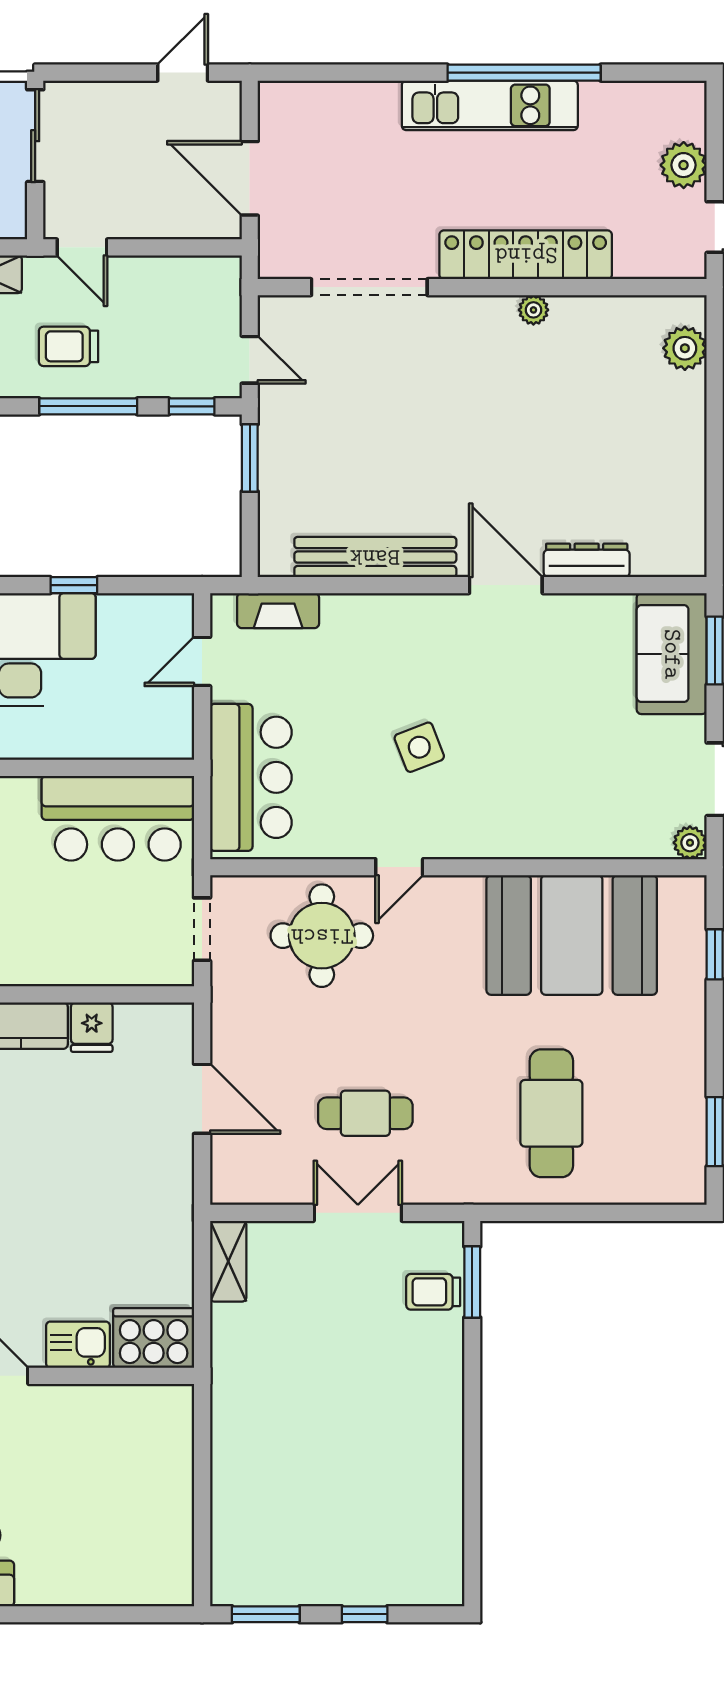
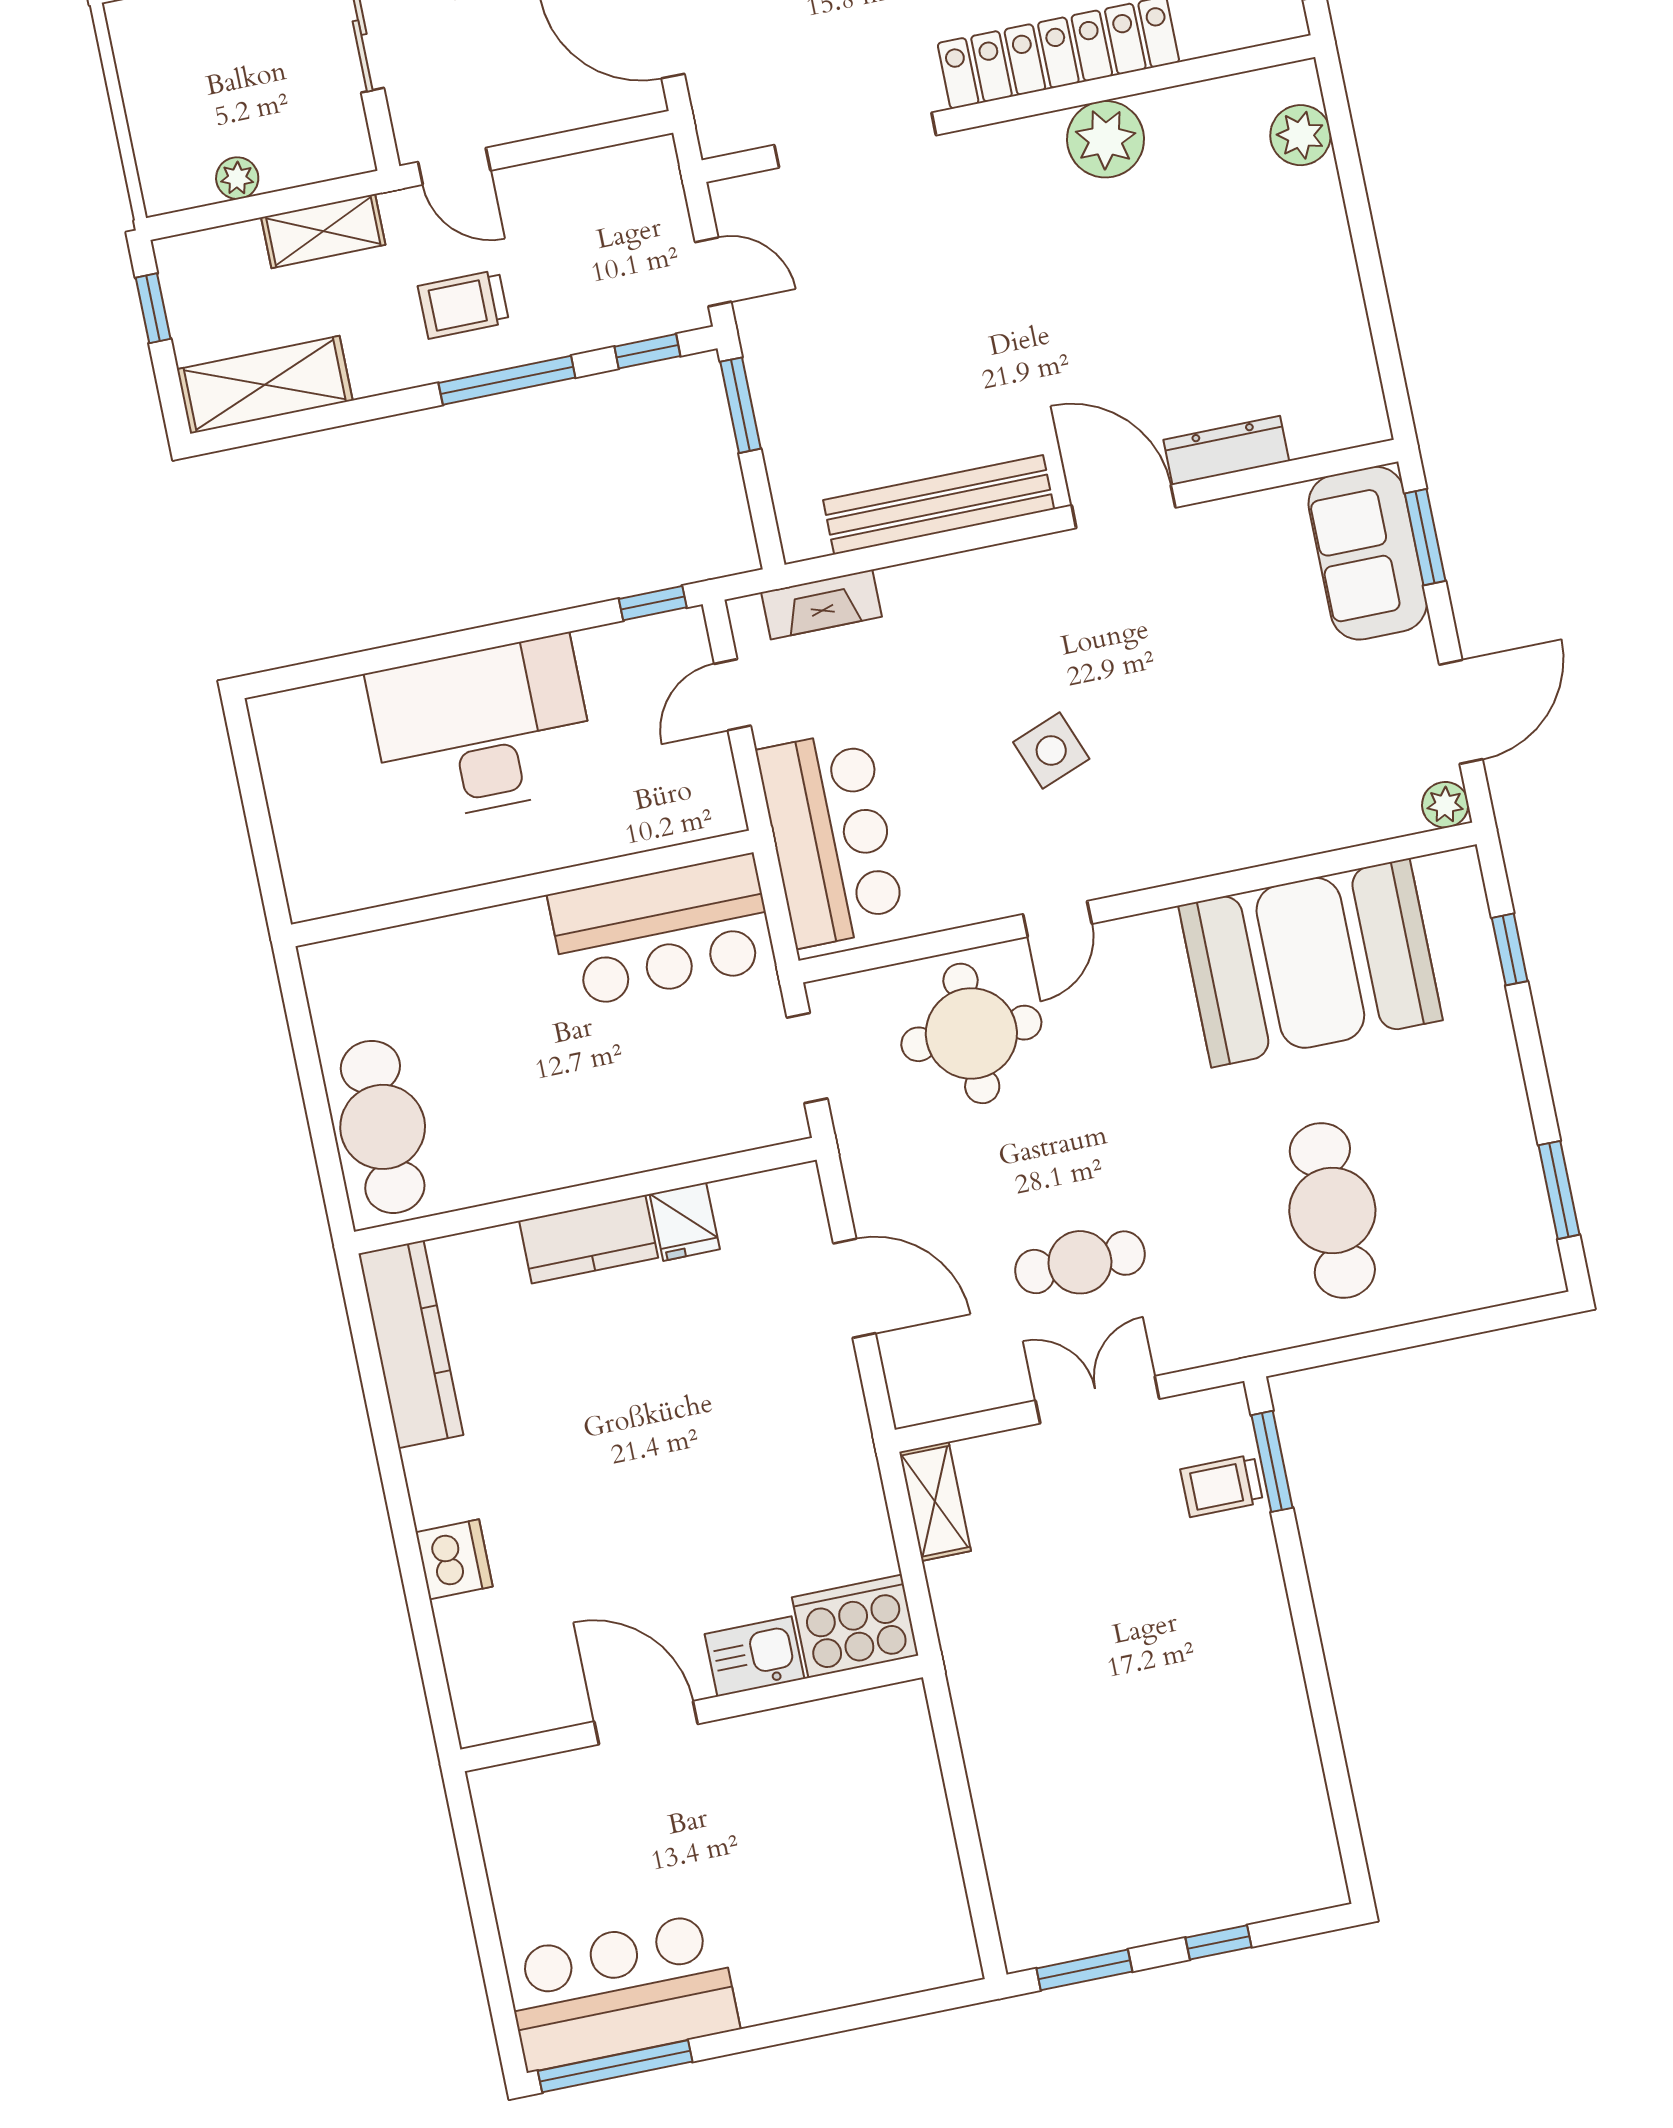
plant: (533, 310) -> (1106, 139), width x1.88, depth x1.88
window: (74, 585) -> (653, 603), moved

